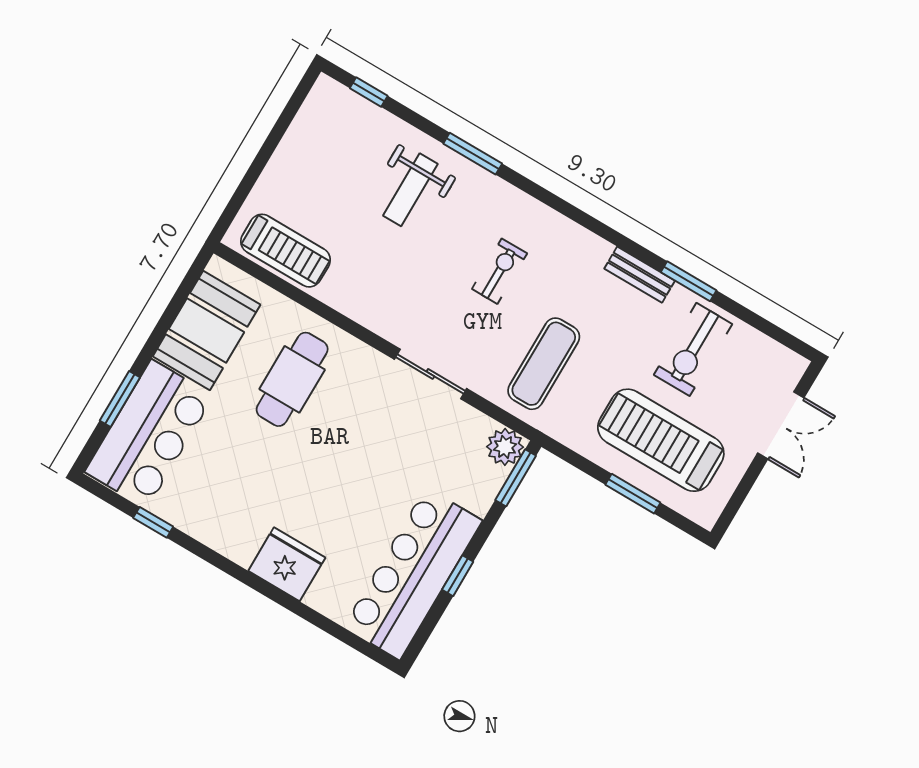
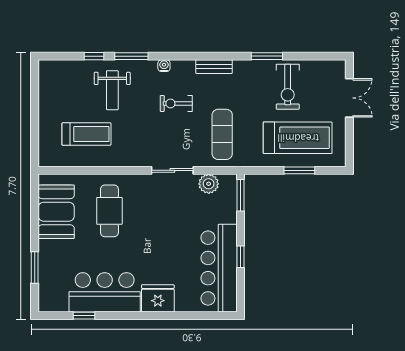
window: (369, 92) -> (94, 56), moved
water cooler: (516, 199) -> (164, 66), added
treadmill: (286, 251) -> (87, 134), moved
exercise bike: (500, 271) -> (176, 103), turned -90
bench: (640, 275) -> (214, 67), moved
bar counter: (149, 434) -> (105, 292), moved, turned -90
treadmill: (661, 440) -> (298, 138), turned 180
plant: (505, 447) -> (209, 184), moved

